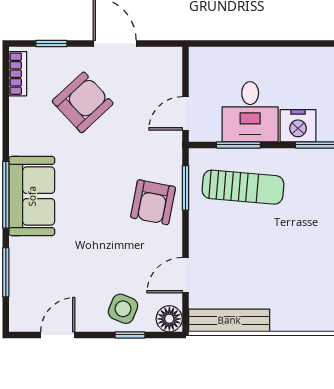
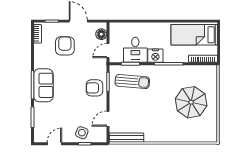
armchair: (83, 102) -> (65, 46), turned -47
armchair: (153, 202) -> (94, 88), turned 79
floor lamp: (169, 319) -> (101, 34), moved

